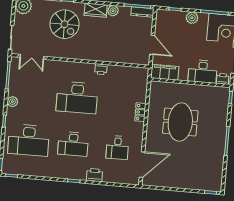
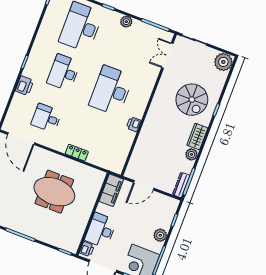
spiral stairs: (65, 24) -> (192, 100), turned -90

